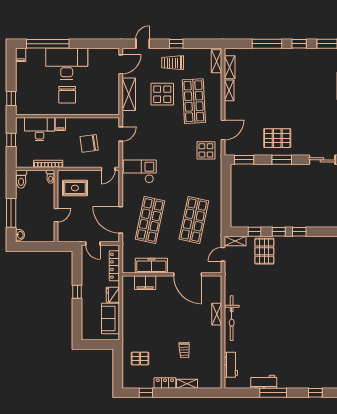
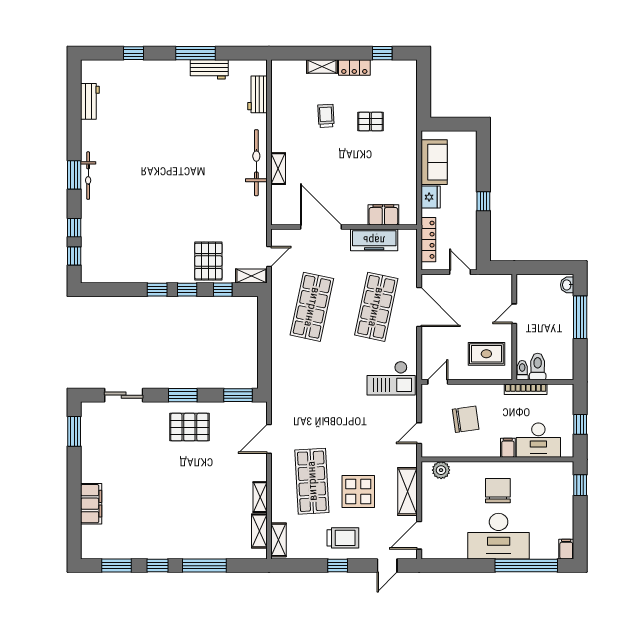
plant: (106, 109) -> (441, 470), added
display table: (206, 150) -> (294, 409), removed
toilet: (21, 179) -> (538, 367), moved
pallet: (140, 358) -> (370, 121), moved

